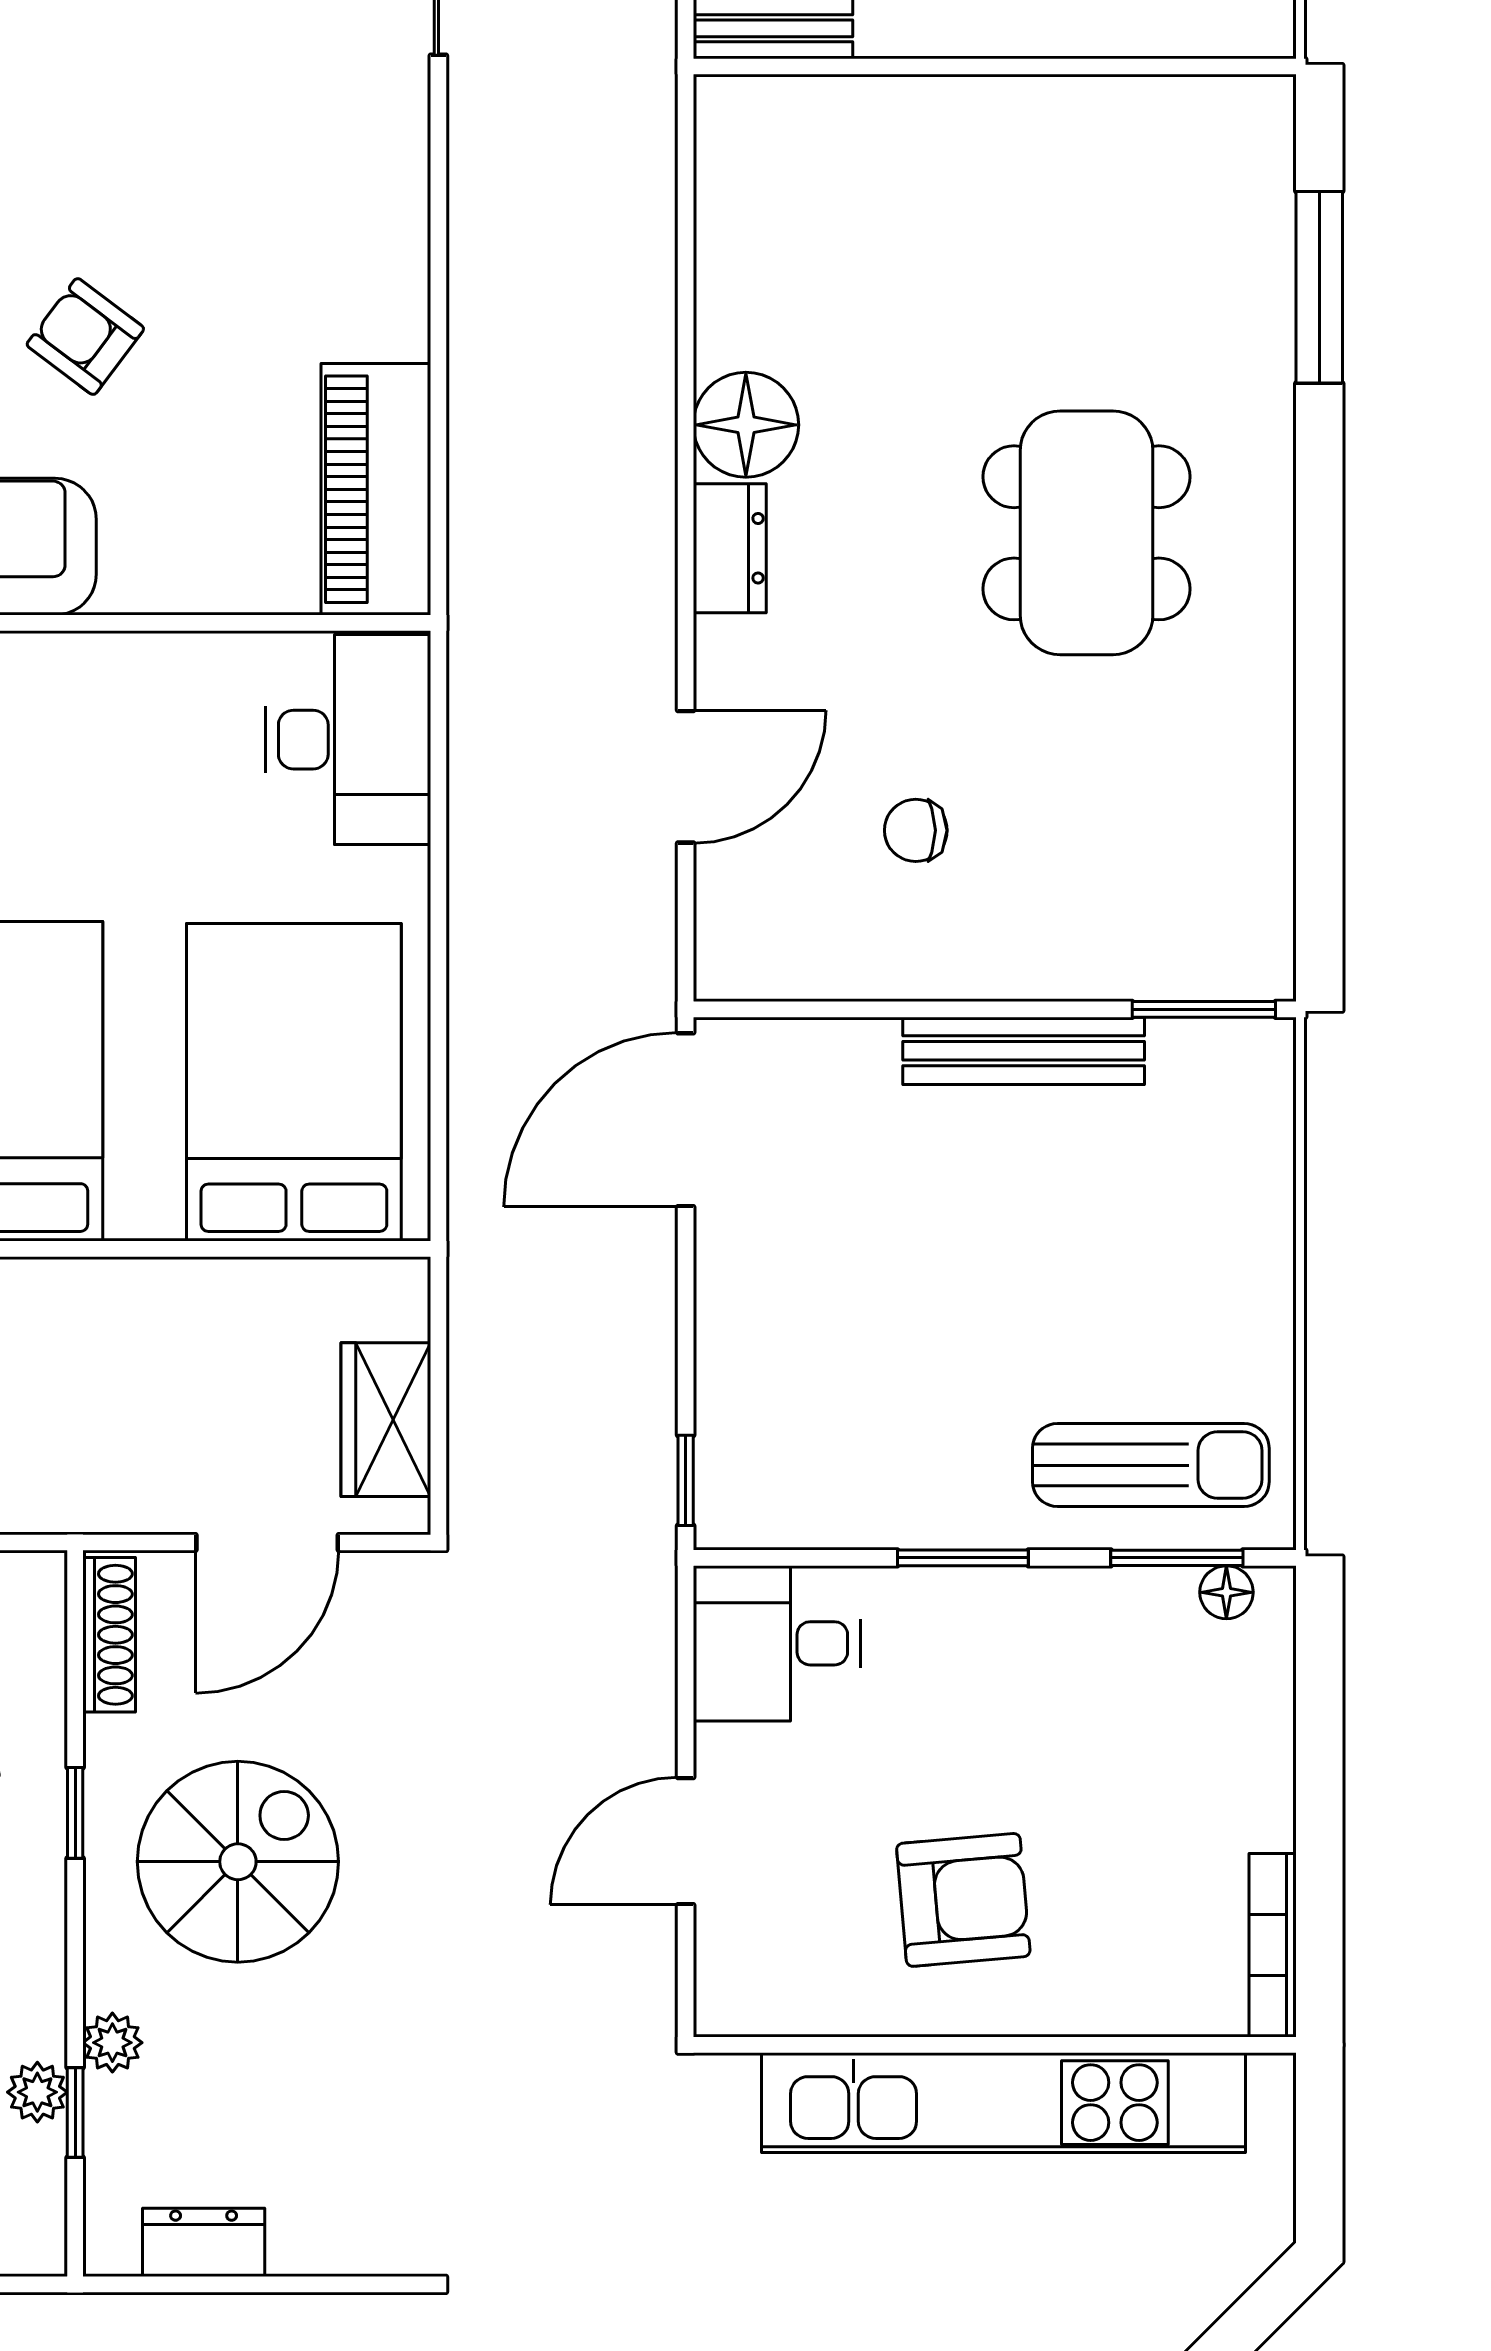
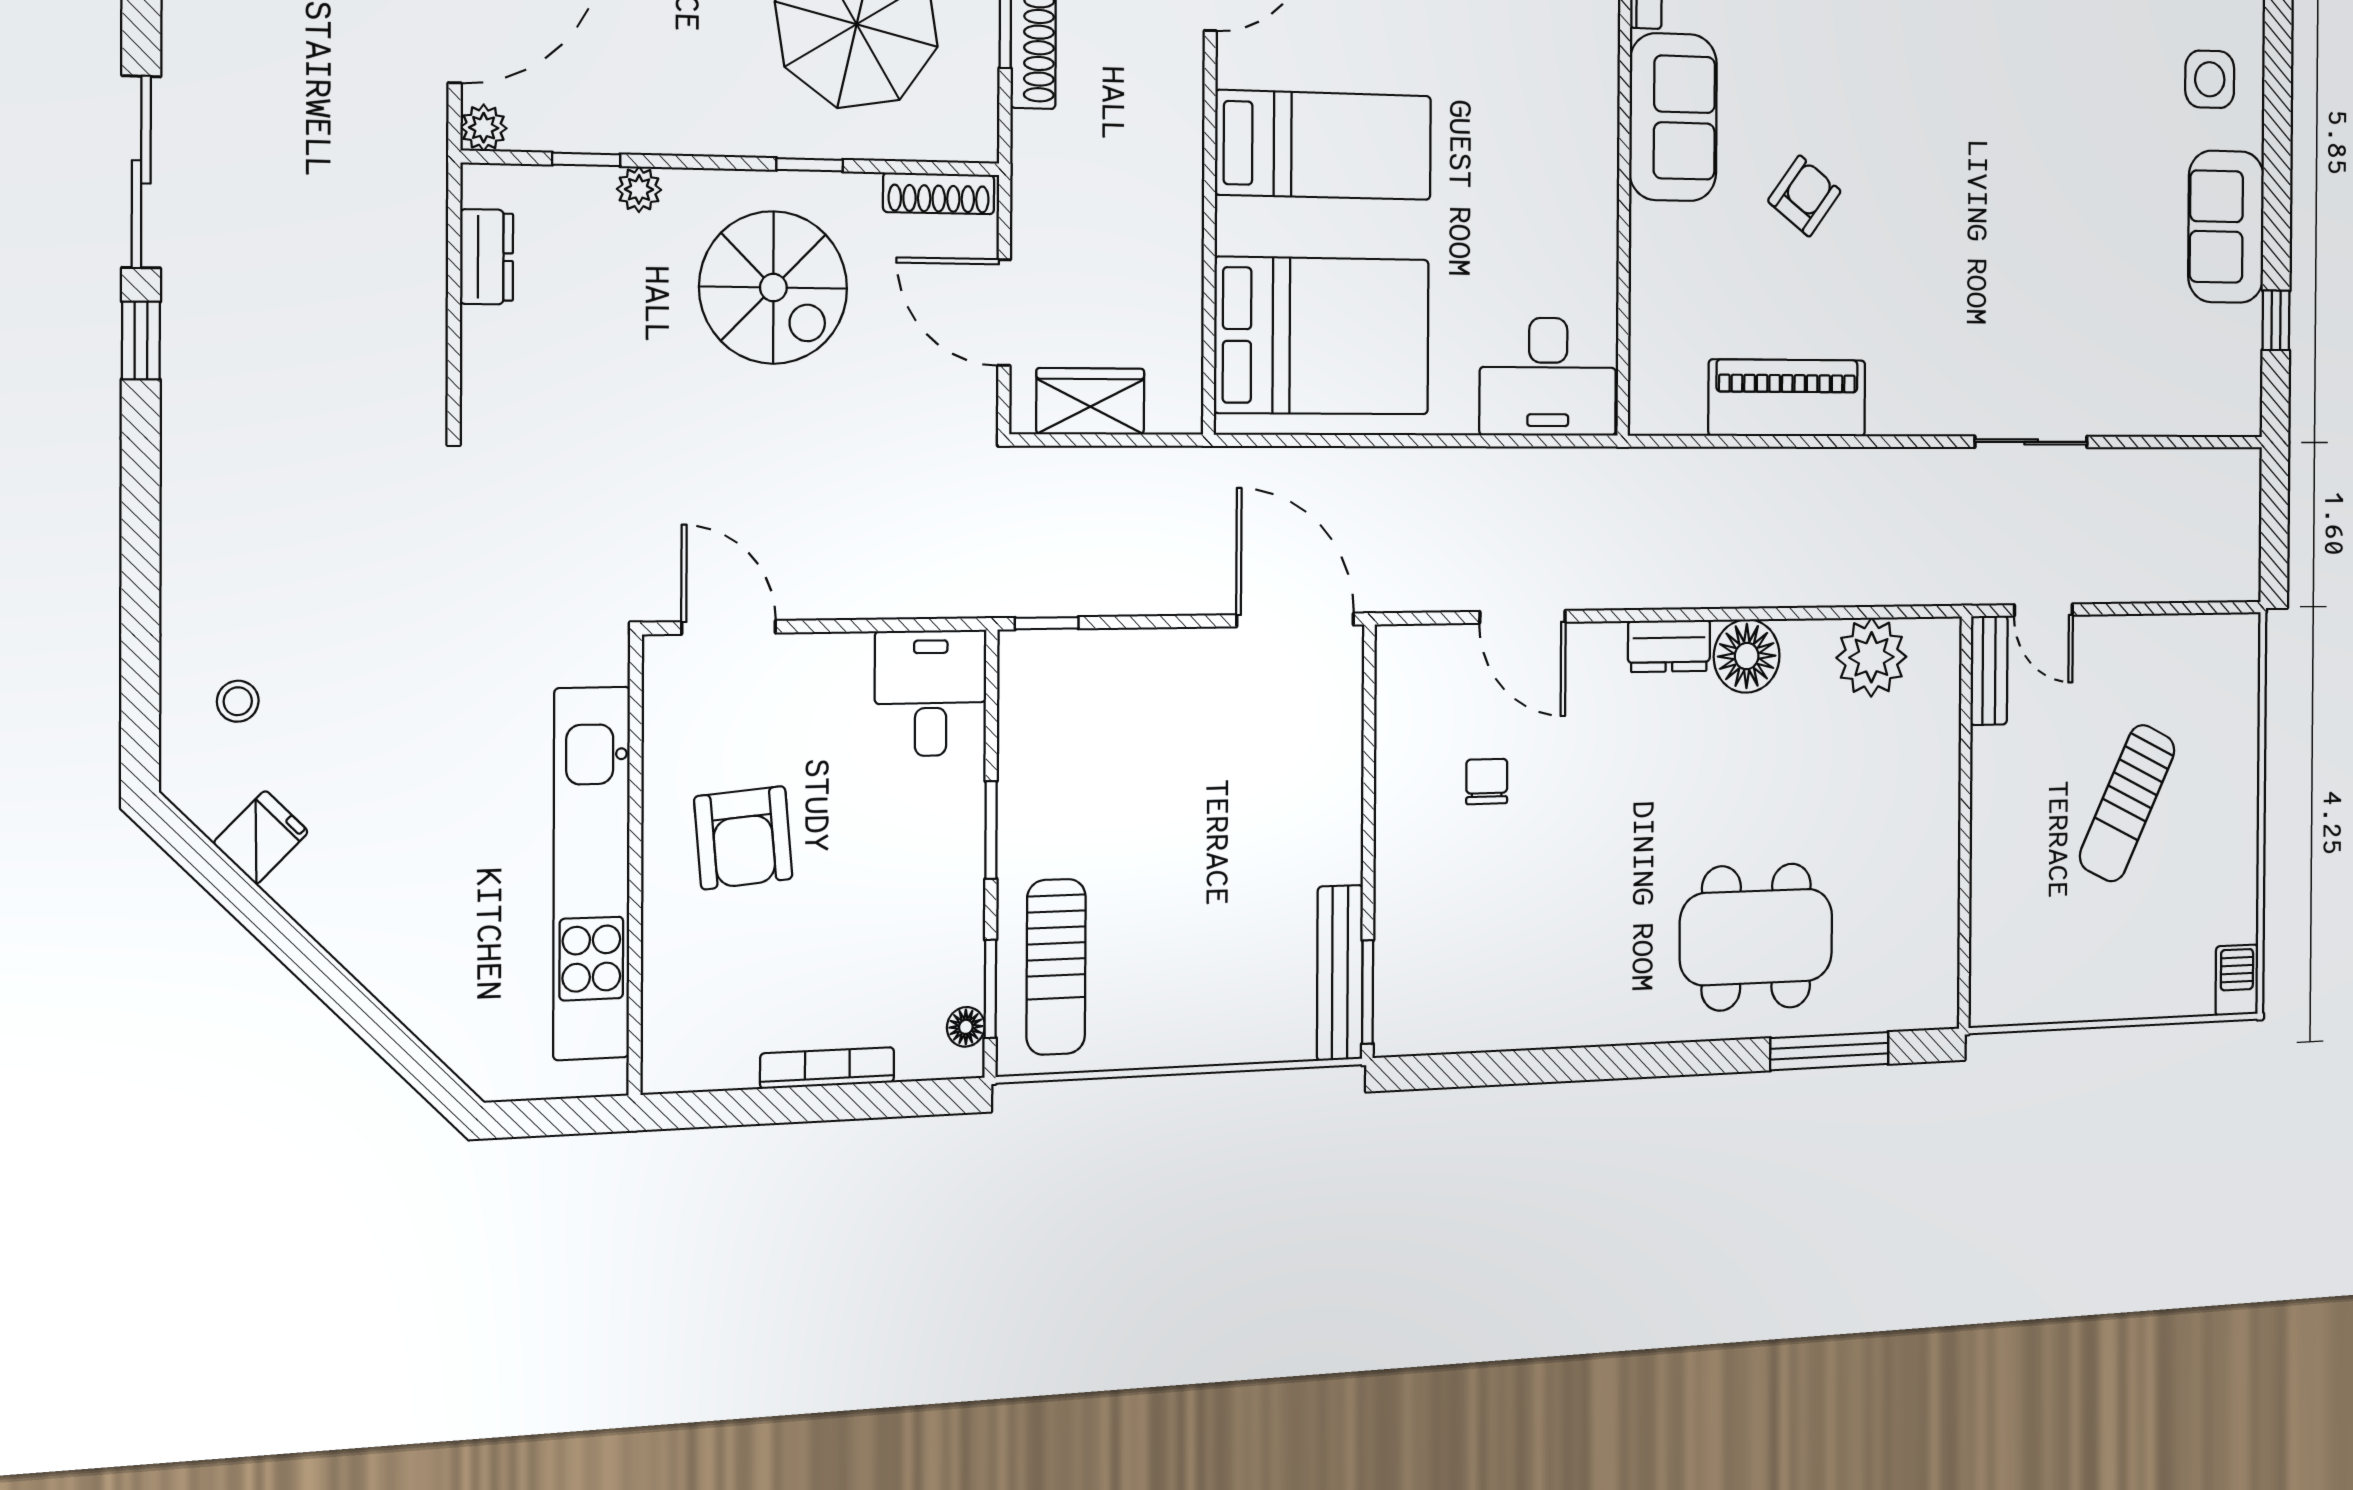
plant: (751, 223) -> (1871, 657), added
piano: (376, 489) -> (1787, 398), moved
dining table: (1087, 533) -> (1756, 937), moved
bench: (1024, 1051) -> (1340, 973), moved
door: (686, 1841) -> (729, 627), moved
bookcase: (1273, 1945) -> (827, 1068), moved
plant: (37, 2092) -> (484, 128), moved

